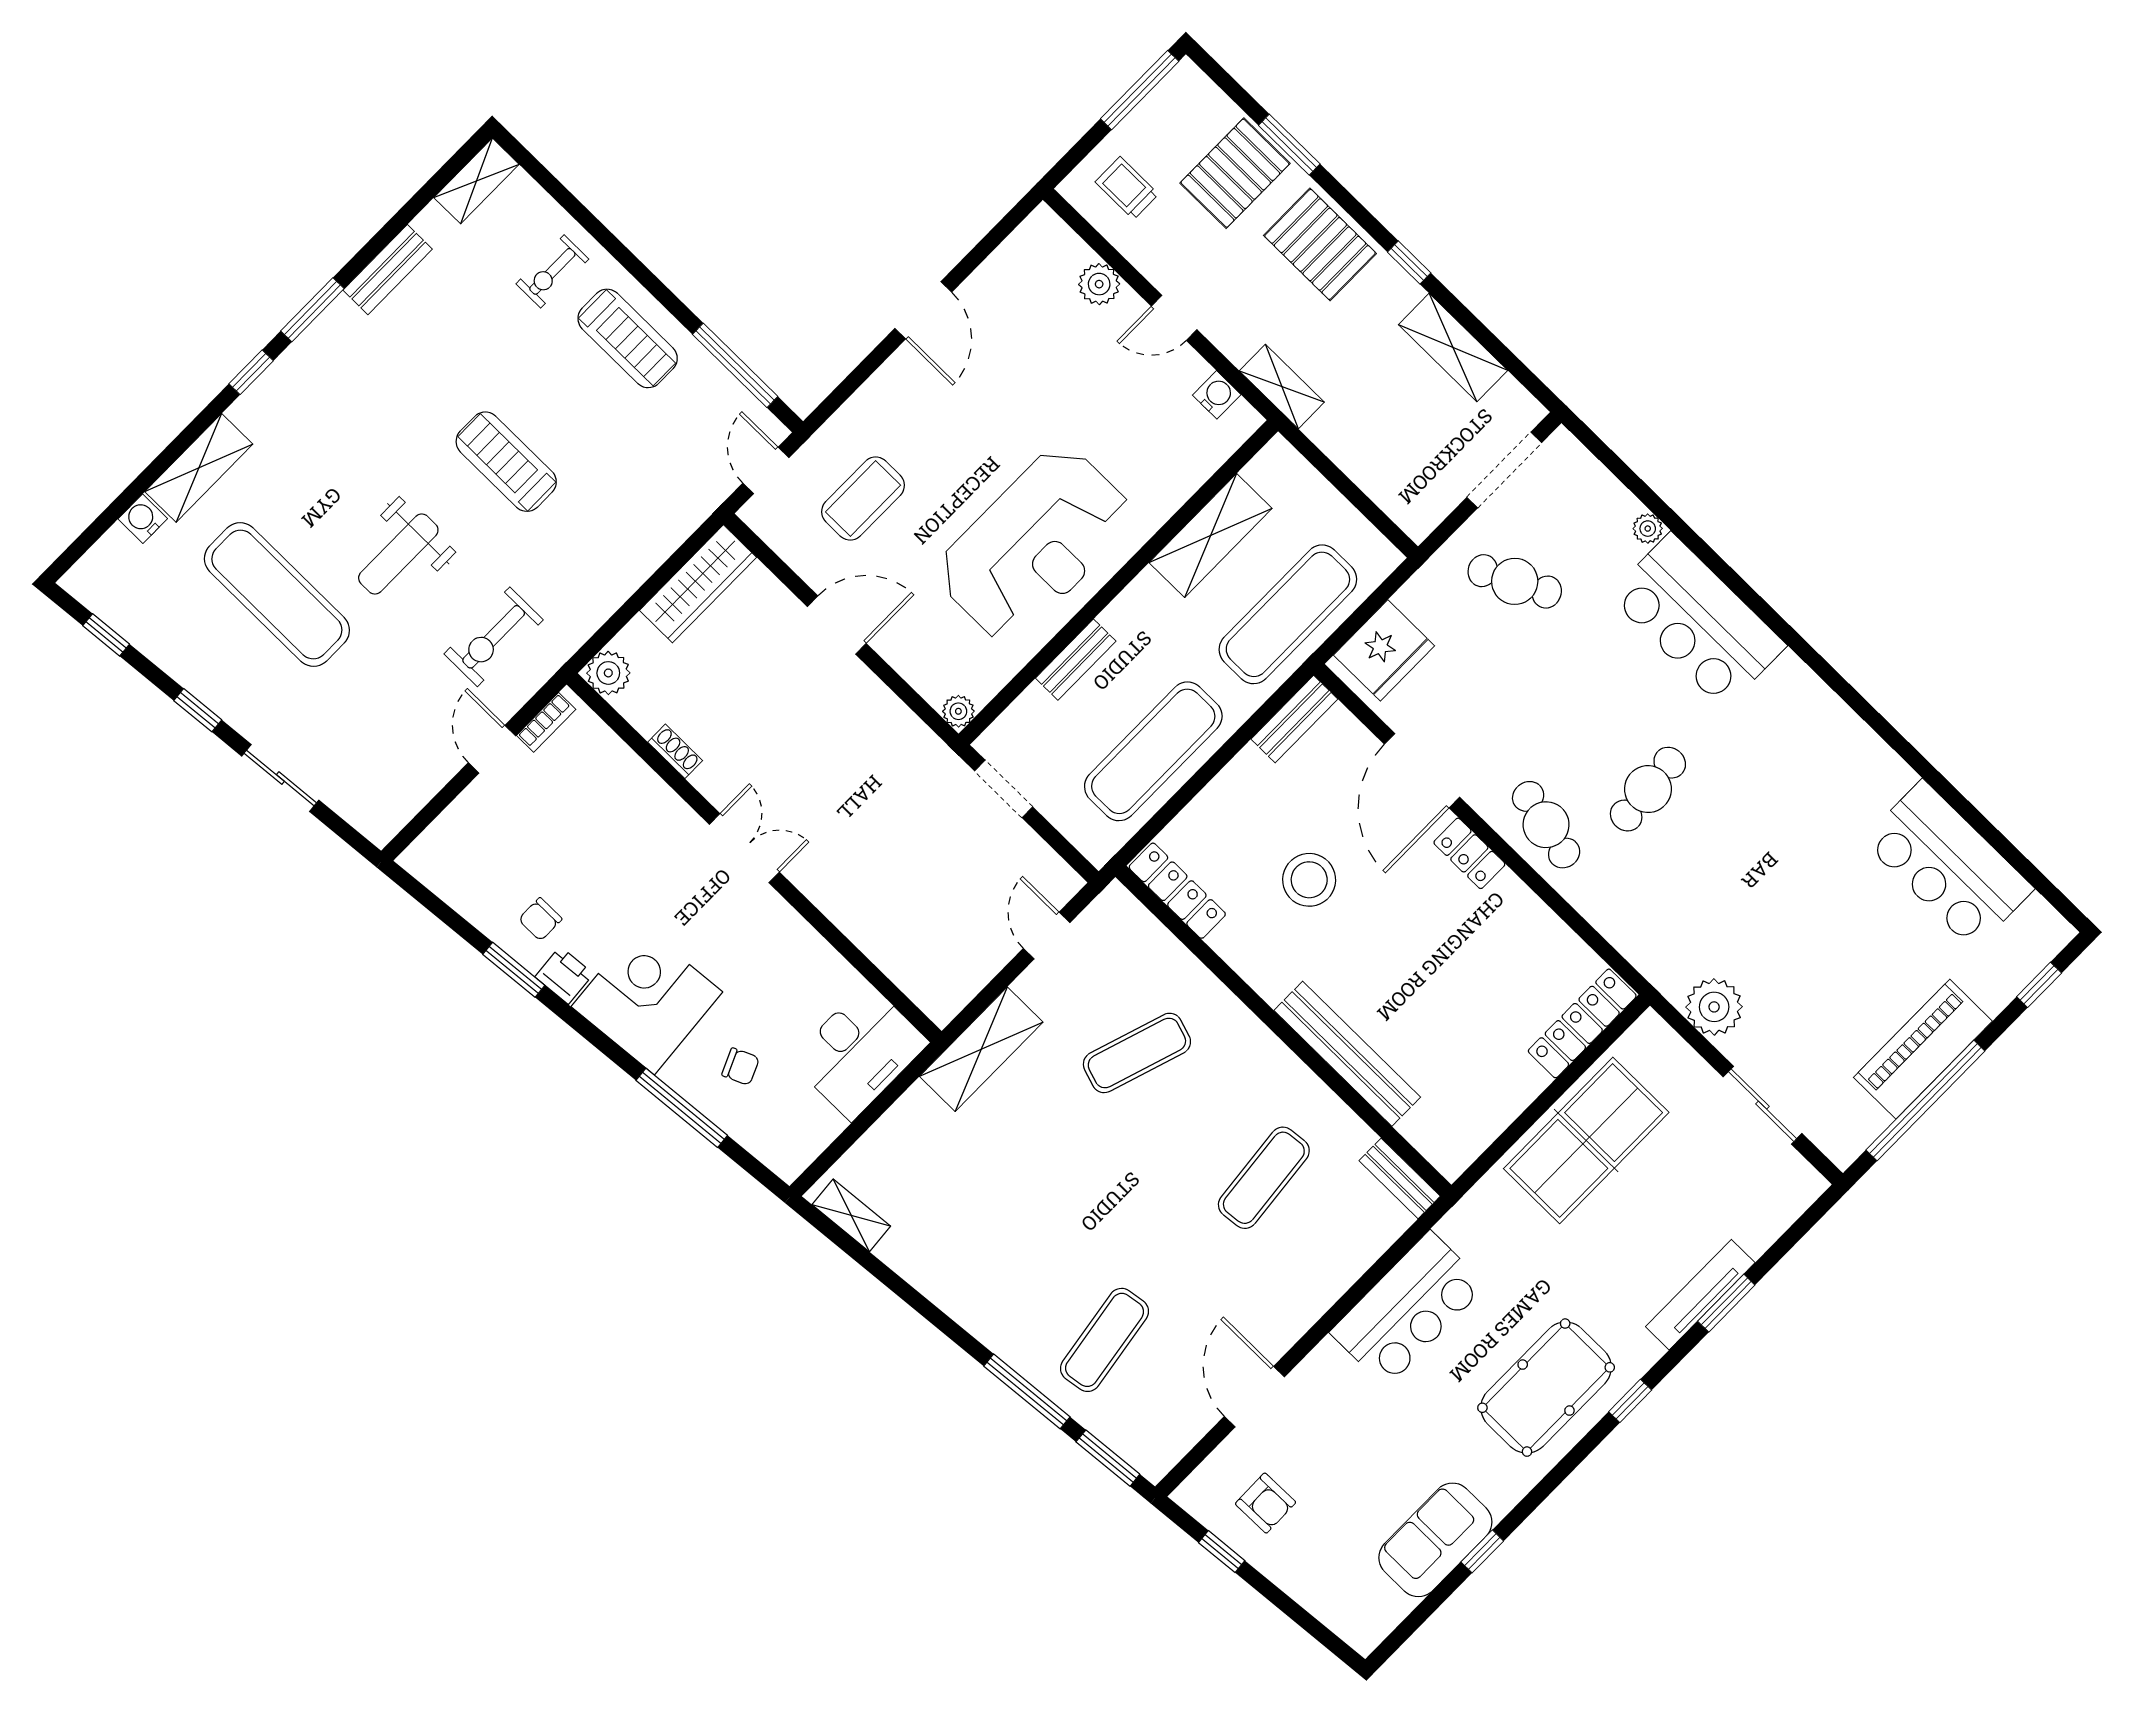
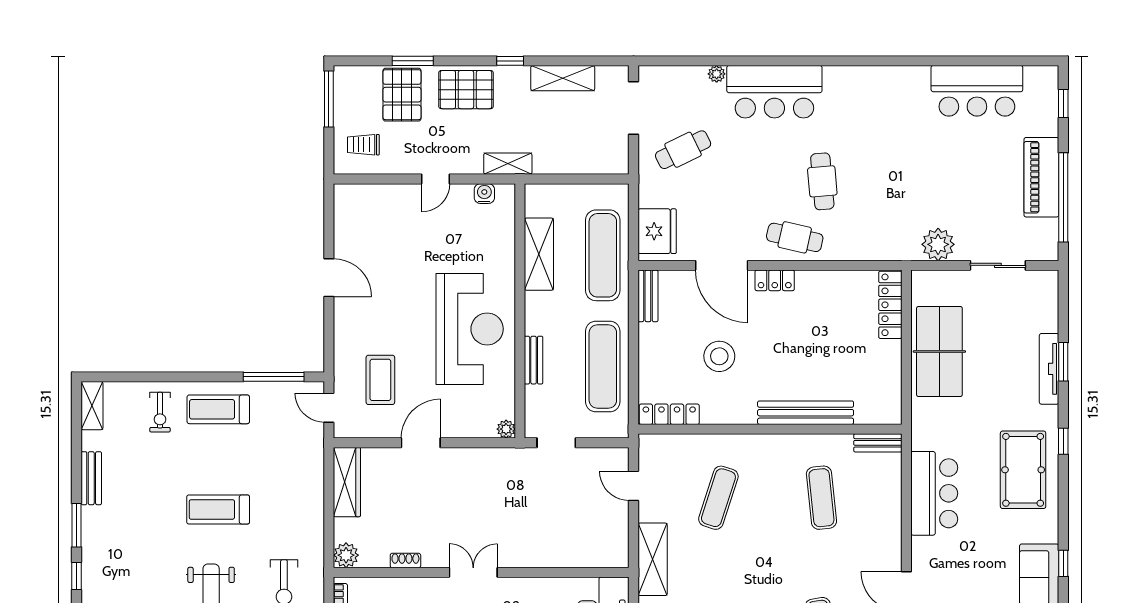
plant: (1099, 284) -> (391, 196), removed
treadmill: (628, 338) -> (218, 409), turned 180

